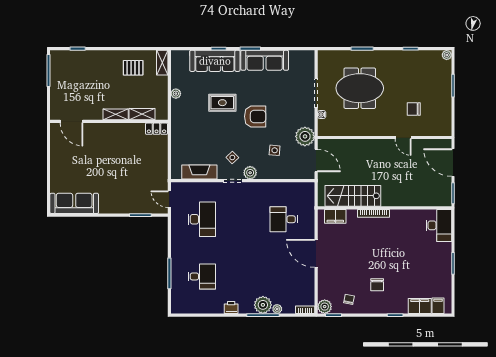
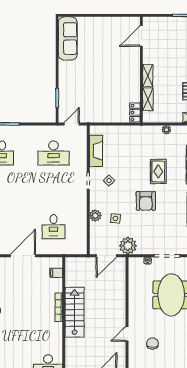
plant: (250, 173) -> (95, 216), moved
stairs: (353, 196) -> (75, 312), moved
filing cabinet: (335, 216) -> (56, 273), width x0.50
desk: (284, 219) -> (54, 227), turned 180

